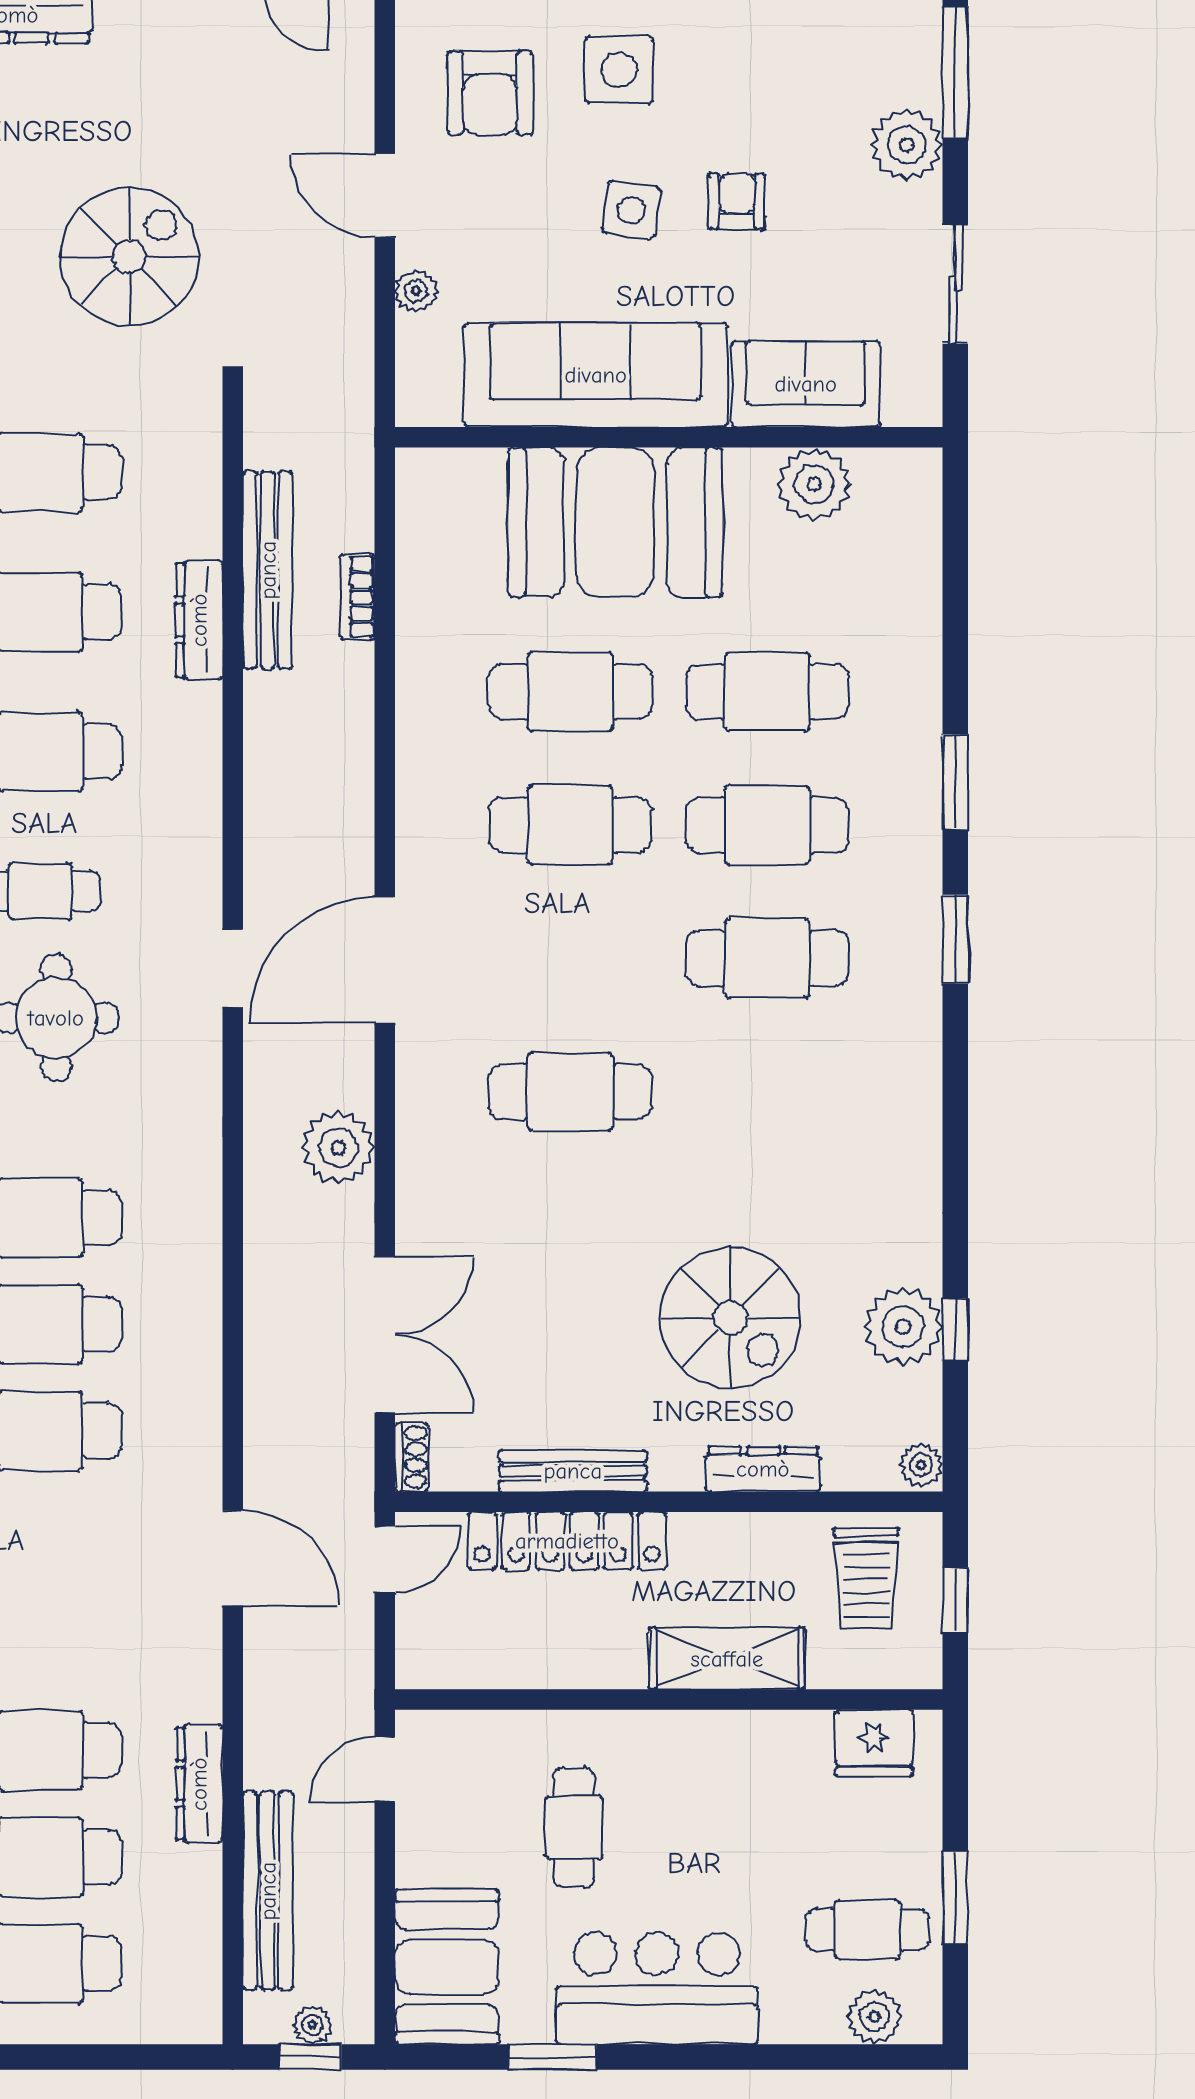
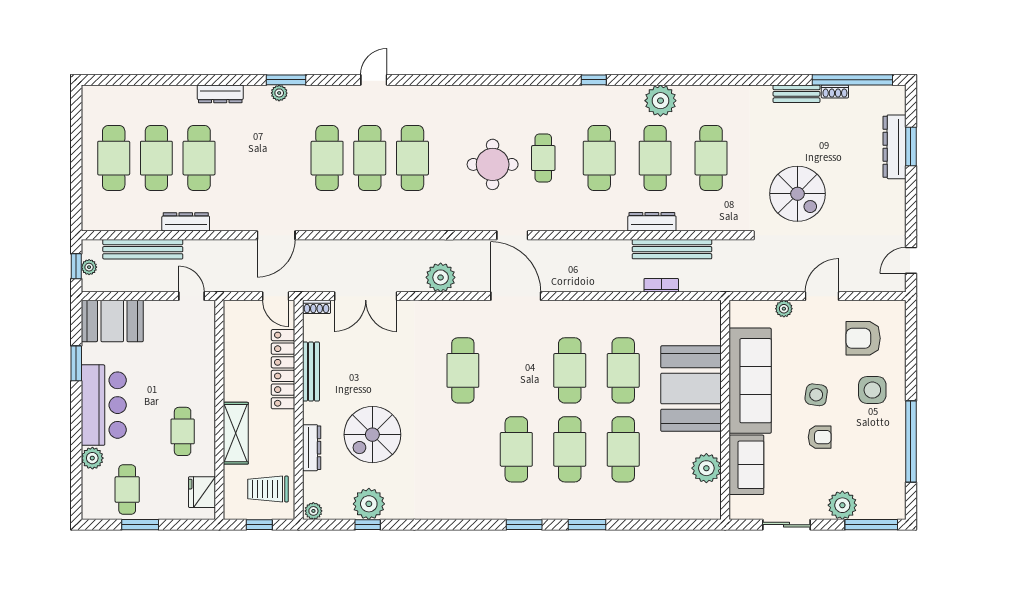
cafe table: (574, 1827) -> (183, 431), moved, turned 90
plant: (874, 2017) -> (92, 458), moved

